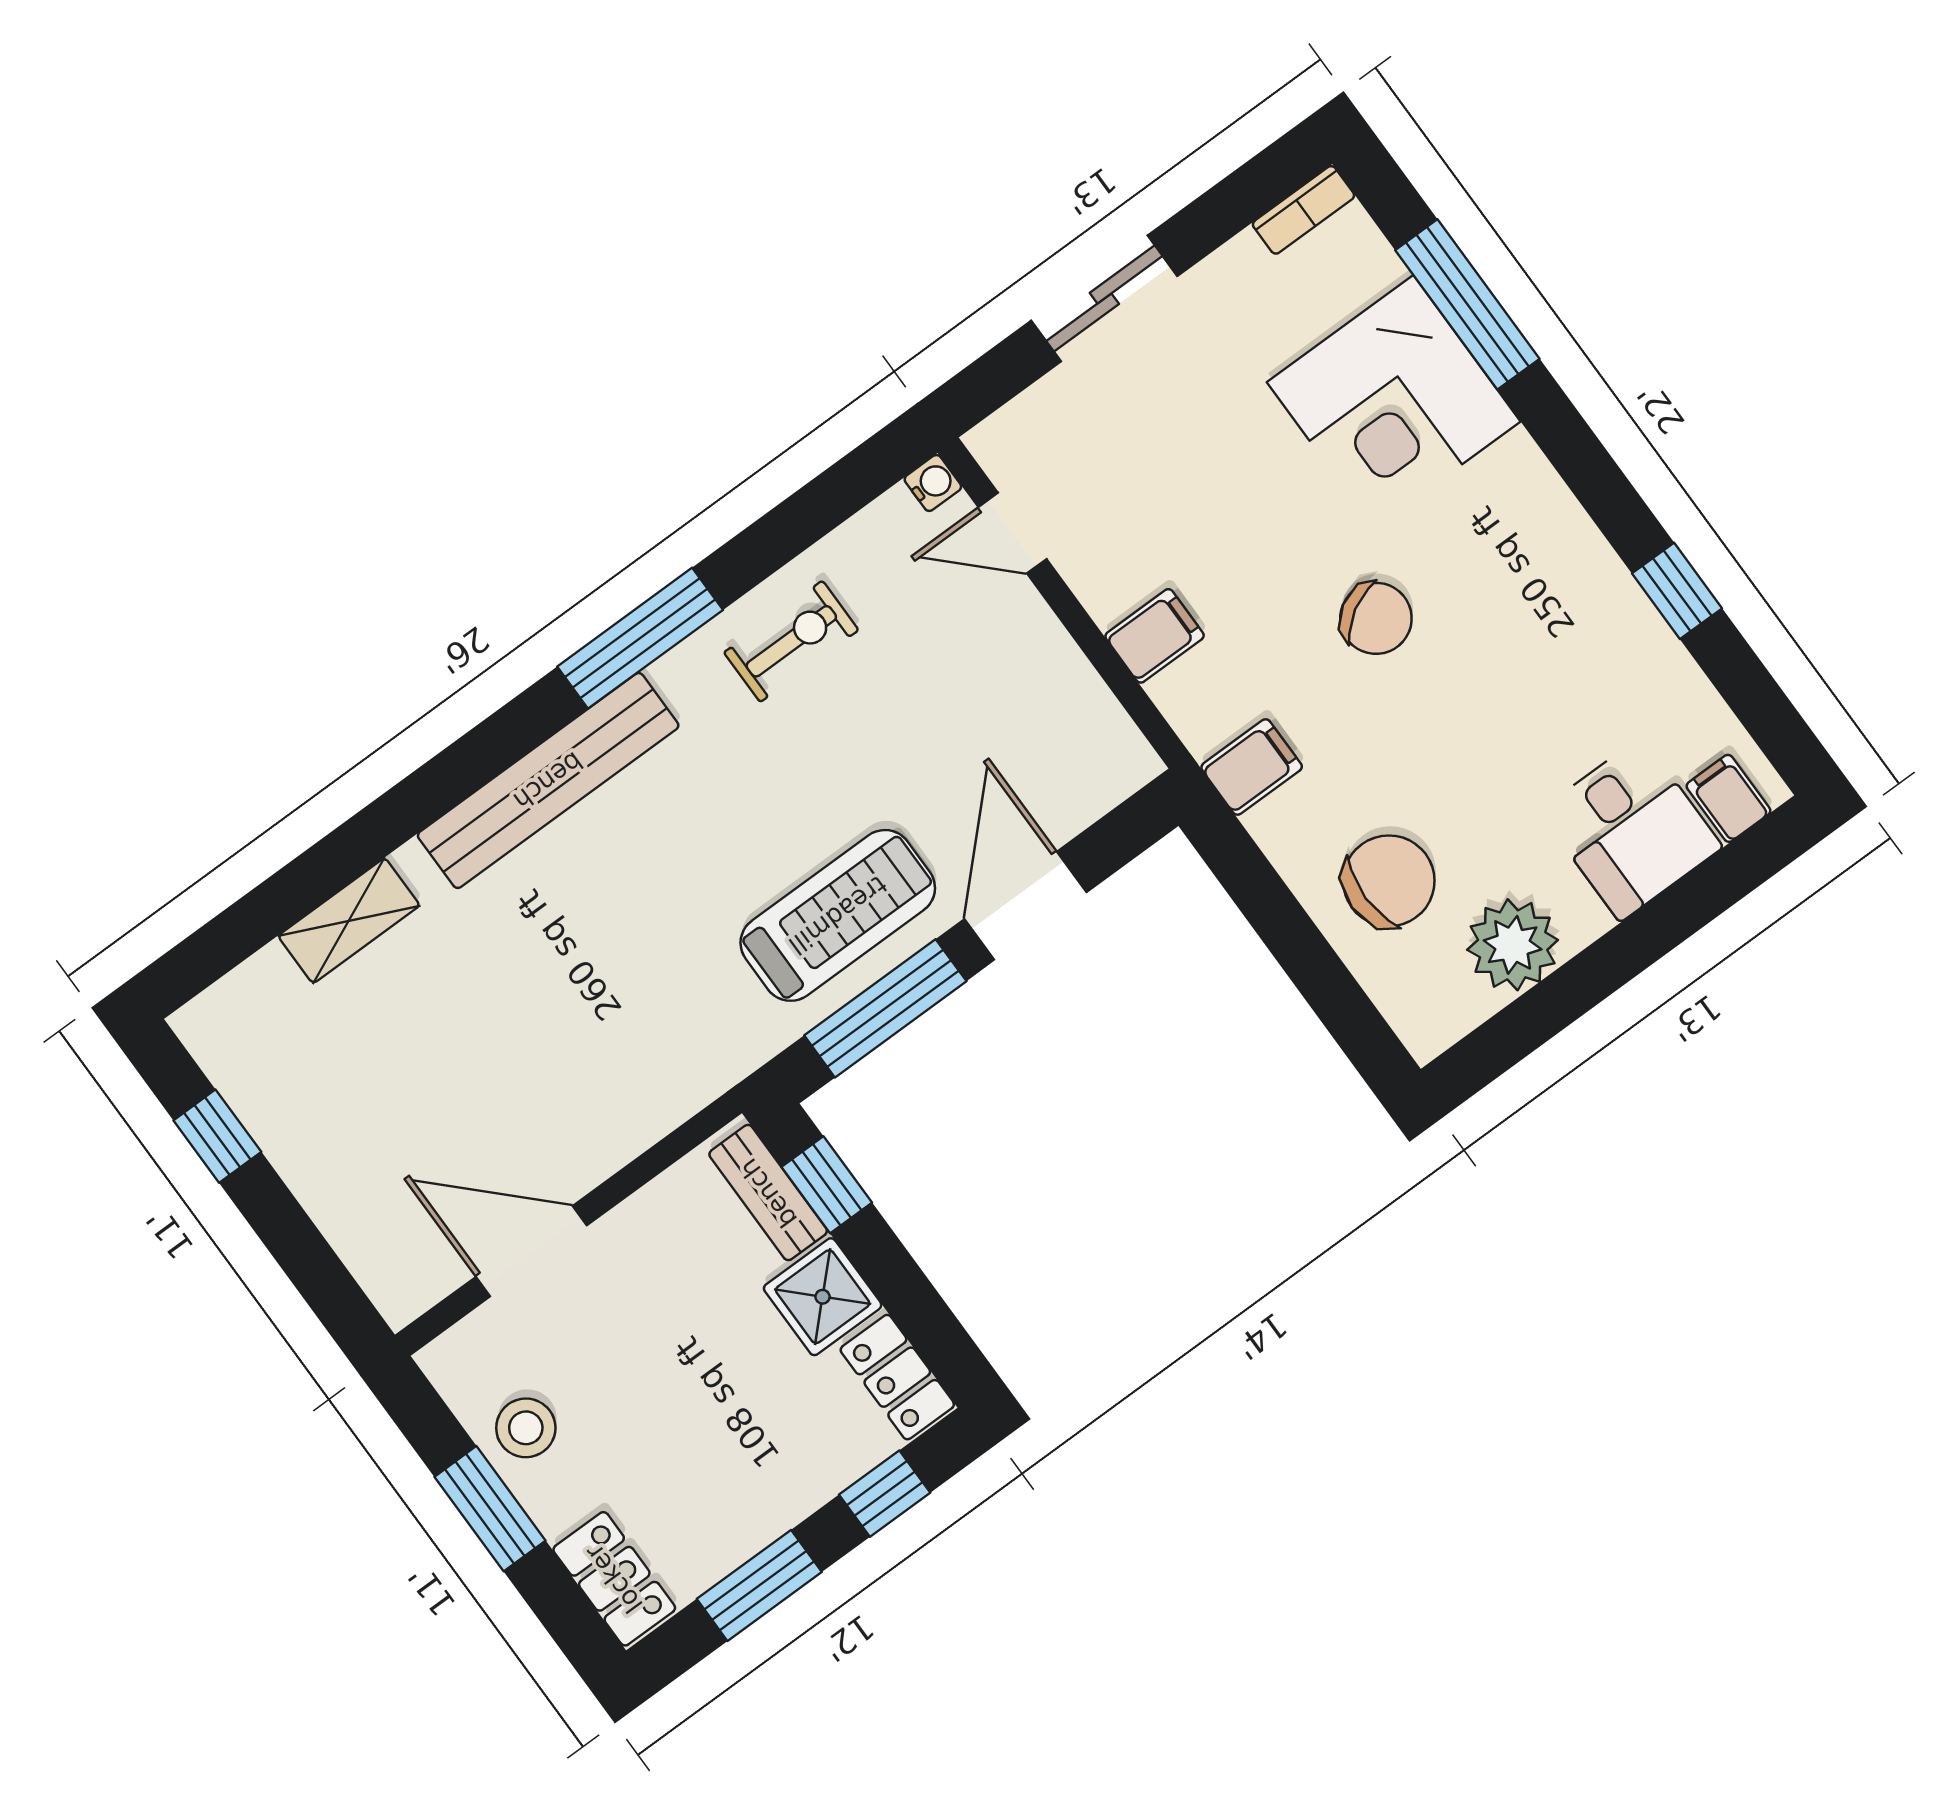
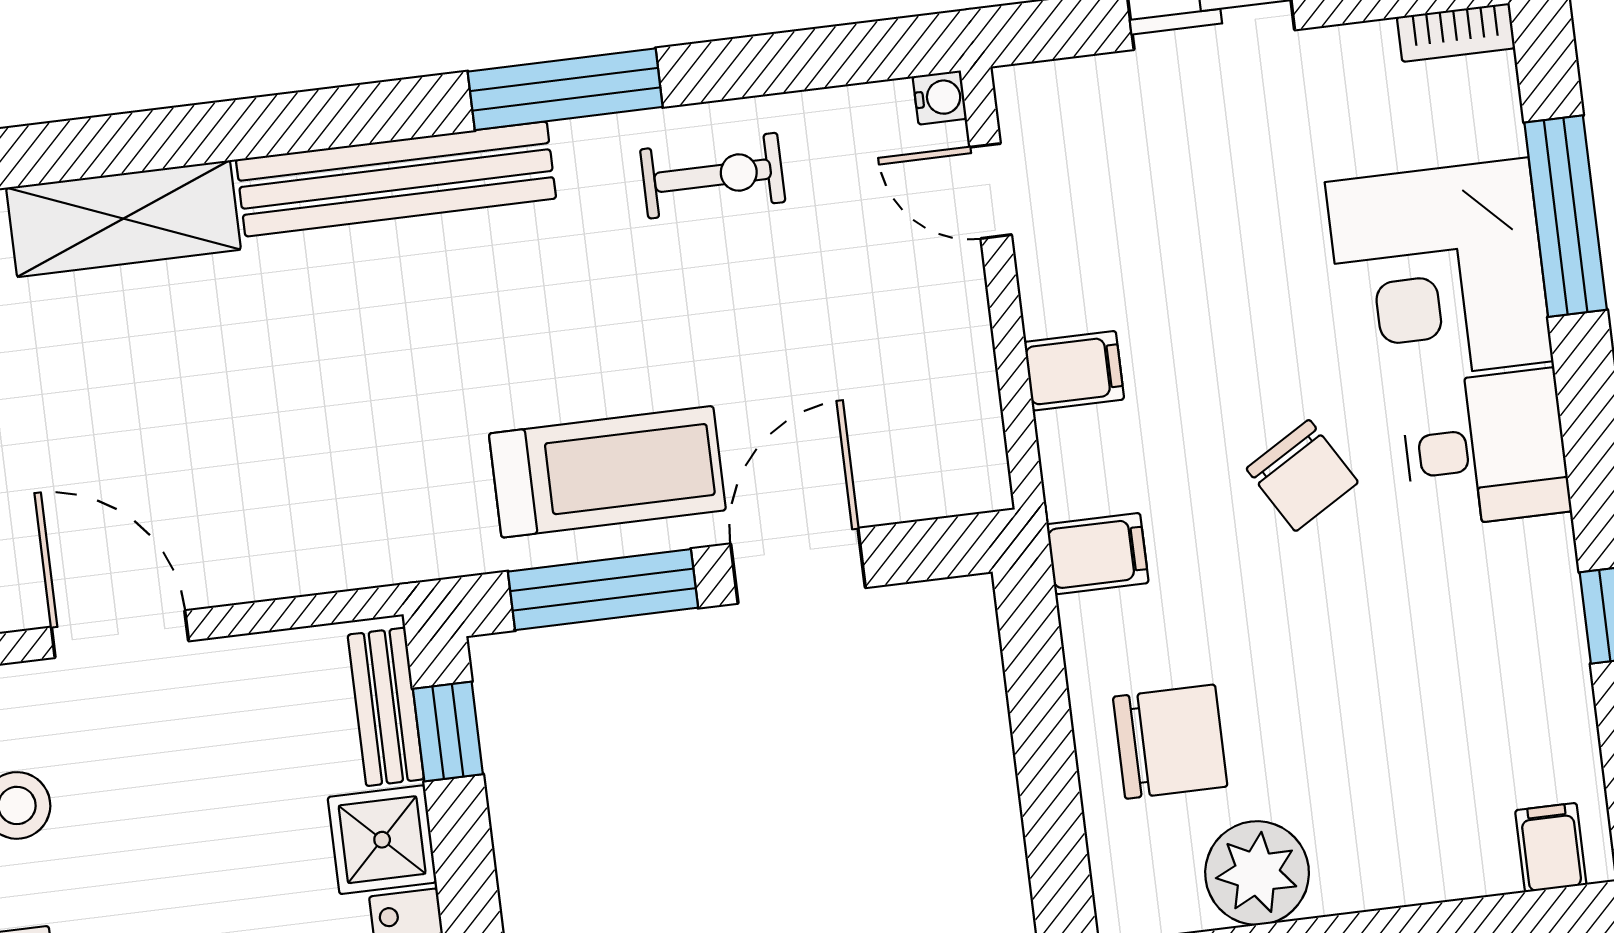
desk: (1631, 829) -> (1485, 449), moved, turned -90
shelving: (349, 921) -> (123, 219), width x1.50, depth x1.33

